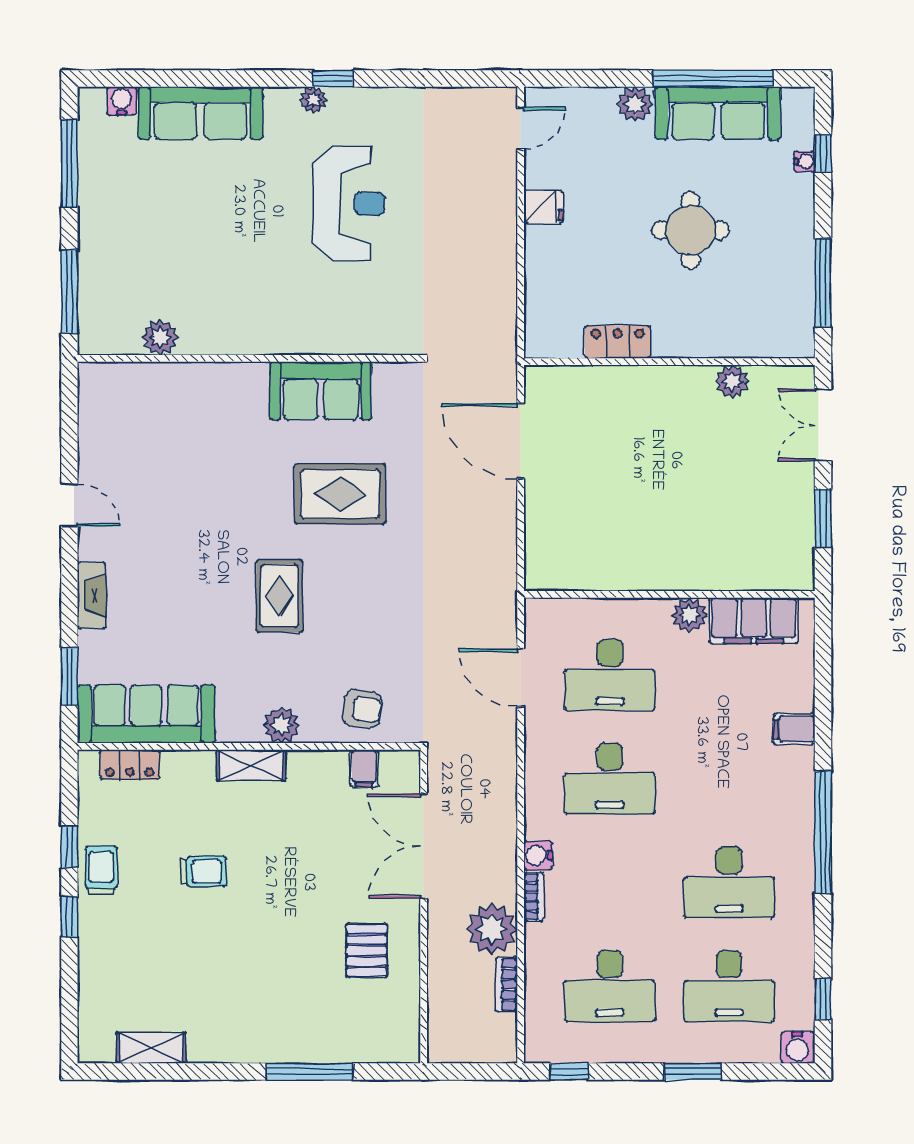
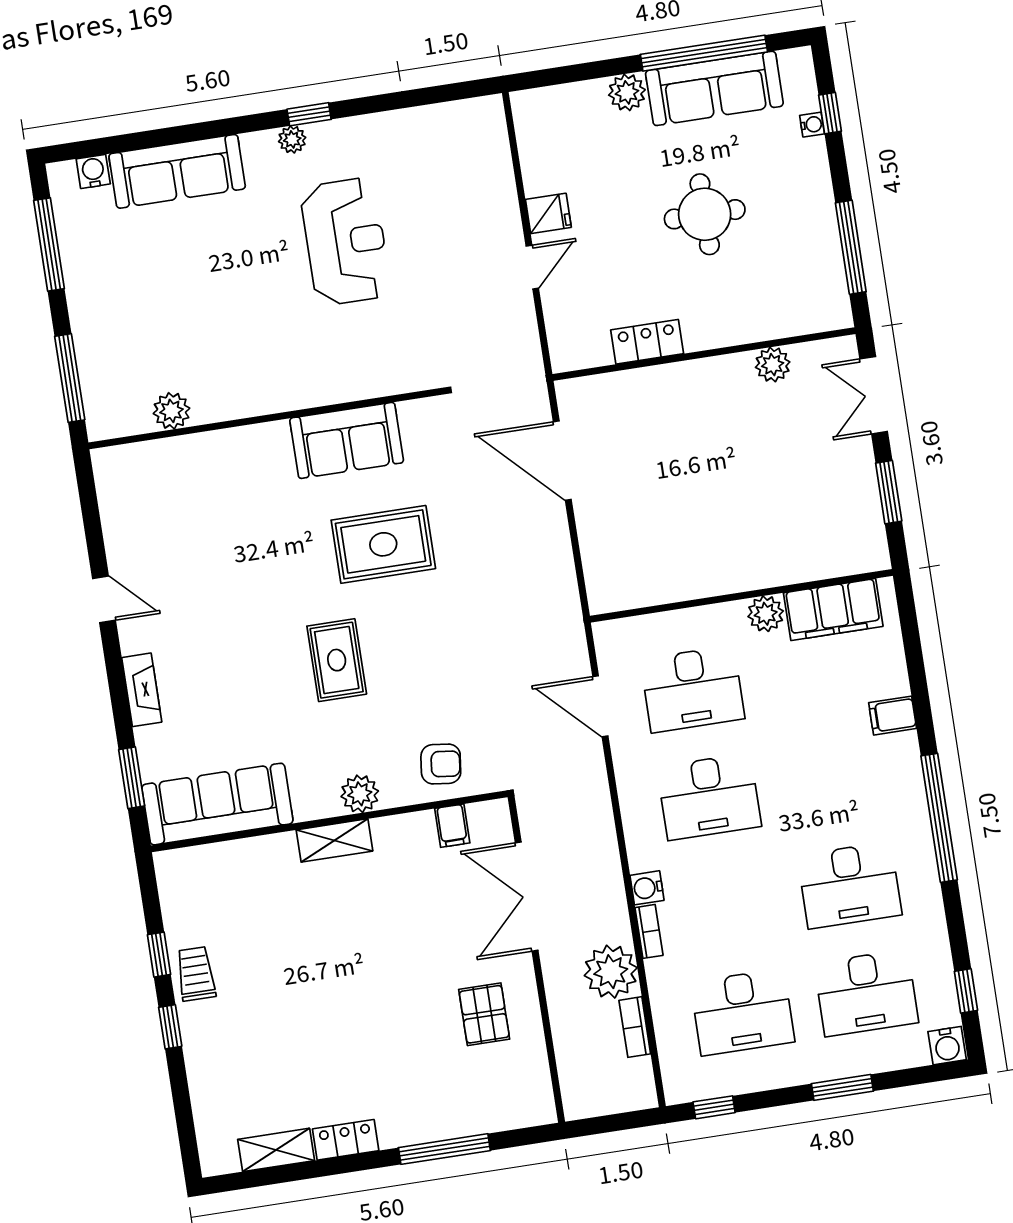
door: (521, 128) -> (532, 267), moved
locker: (130, 765) -> (346, 1140), moved, turned 180
trolley: (204, 872) -> (302, 958), removed

